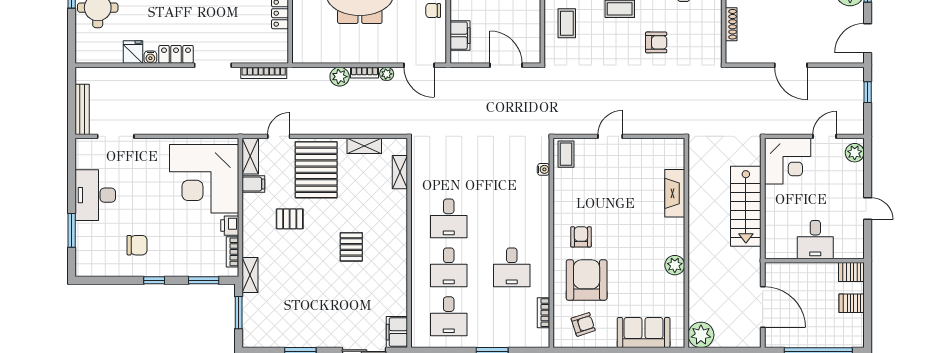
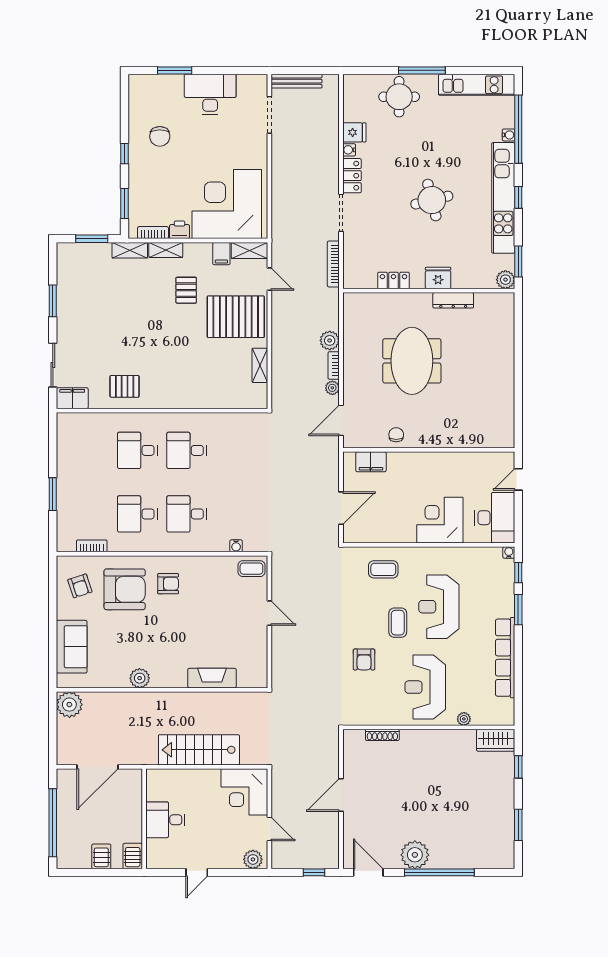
shelving: (400, 172) -> (166, 250), moved
pallet: (351, 247) -> (125, 386), moved
desk: (449, 316) -> (187, 514), moved

